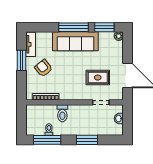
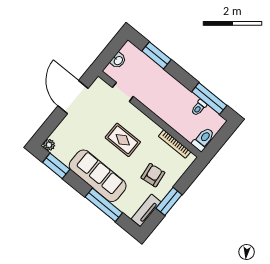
window: (74, 27) -> (104, 205), moved
armchair: (43, 68) -> (153, 175), turned -148
rug: (98, 78) -> (123, 140), moved
toilet: (62, 113) -> (203, 139), moved
window: (87, 140) -> (157, 55), moved

